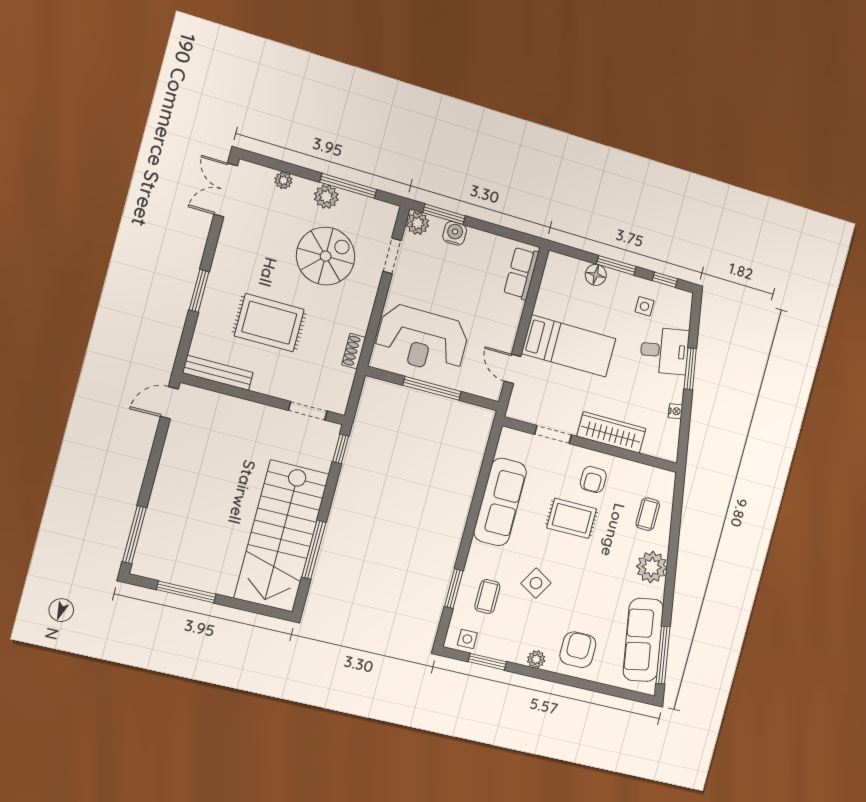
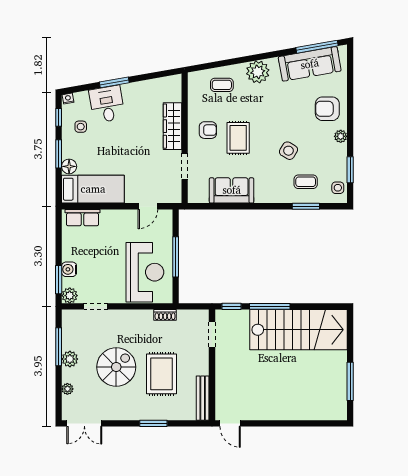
spiral stairs: (326, 256) -> (116, 367), moved, turned 90
bed: (569, 346) -> (93, 189), moved, turned 90
nightstand: (675, 411) -> (68, 99), moved
sofa: (500, 502) -> (232, 190), width x0.73
window: (134, 535) -> (321, 423), removed
window: (314, 550) -> (270, 306), moved

